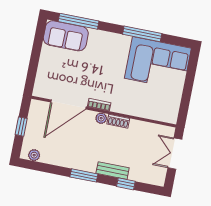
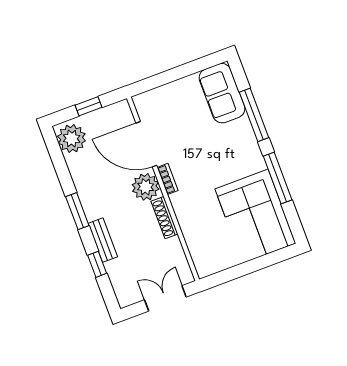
window: (79, 21) -> (254, 115), moved
plant: (101, 118) -> (146, 187), width x1.88, depth x1.88
shoe rack: (118, 121) -> (164, 218), width x1.43
plant: (34, 155) -> (72, 139), width x1.88, depth x1.88

